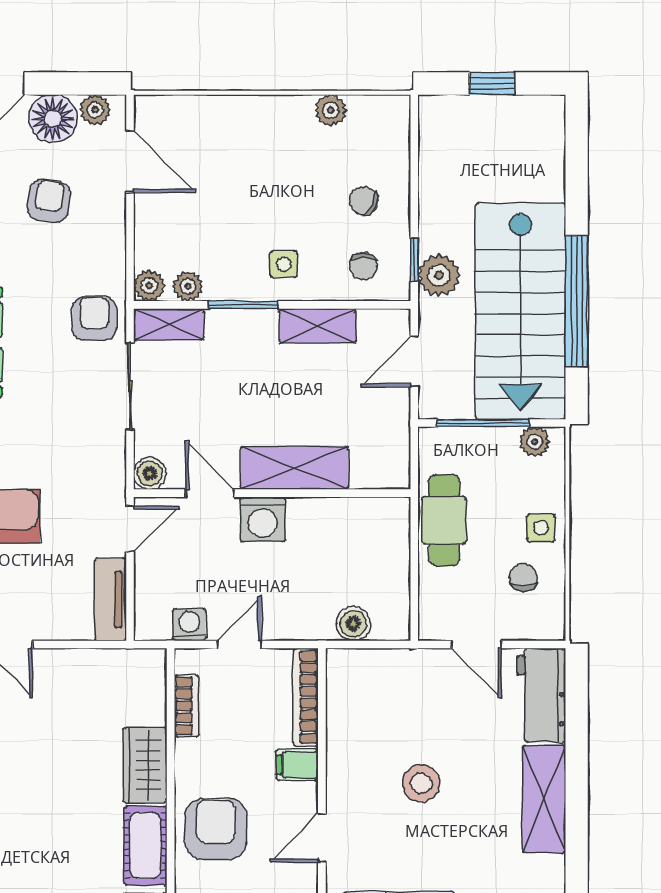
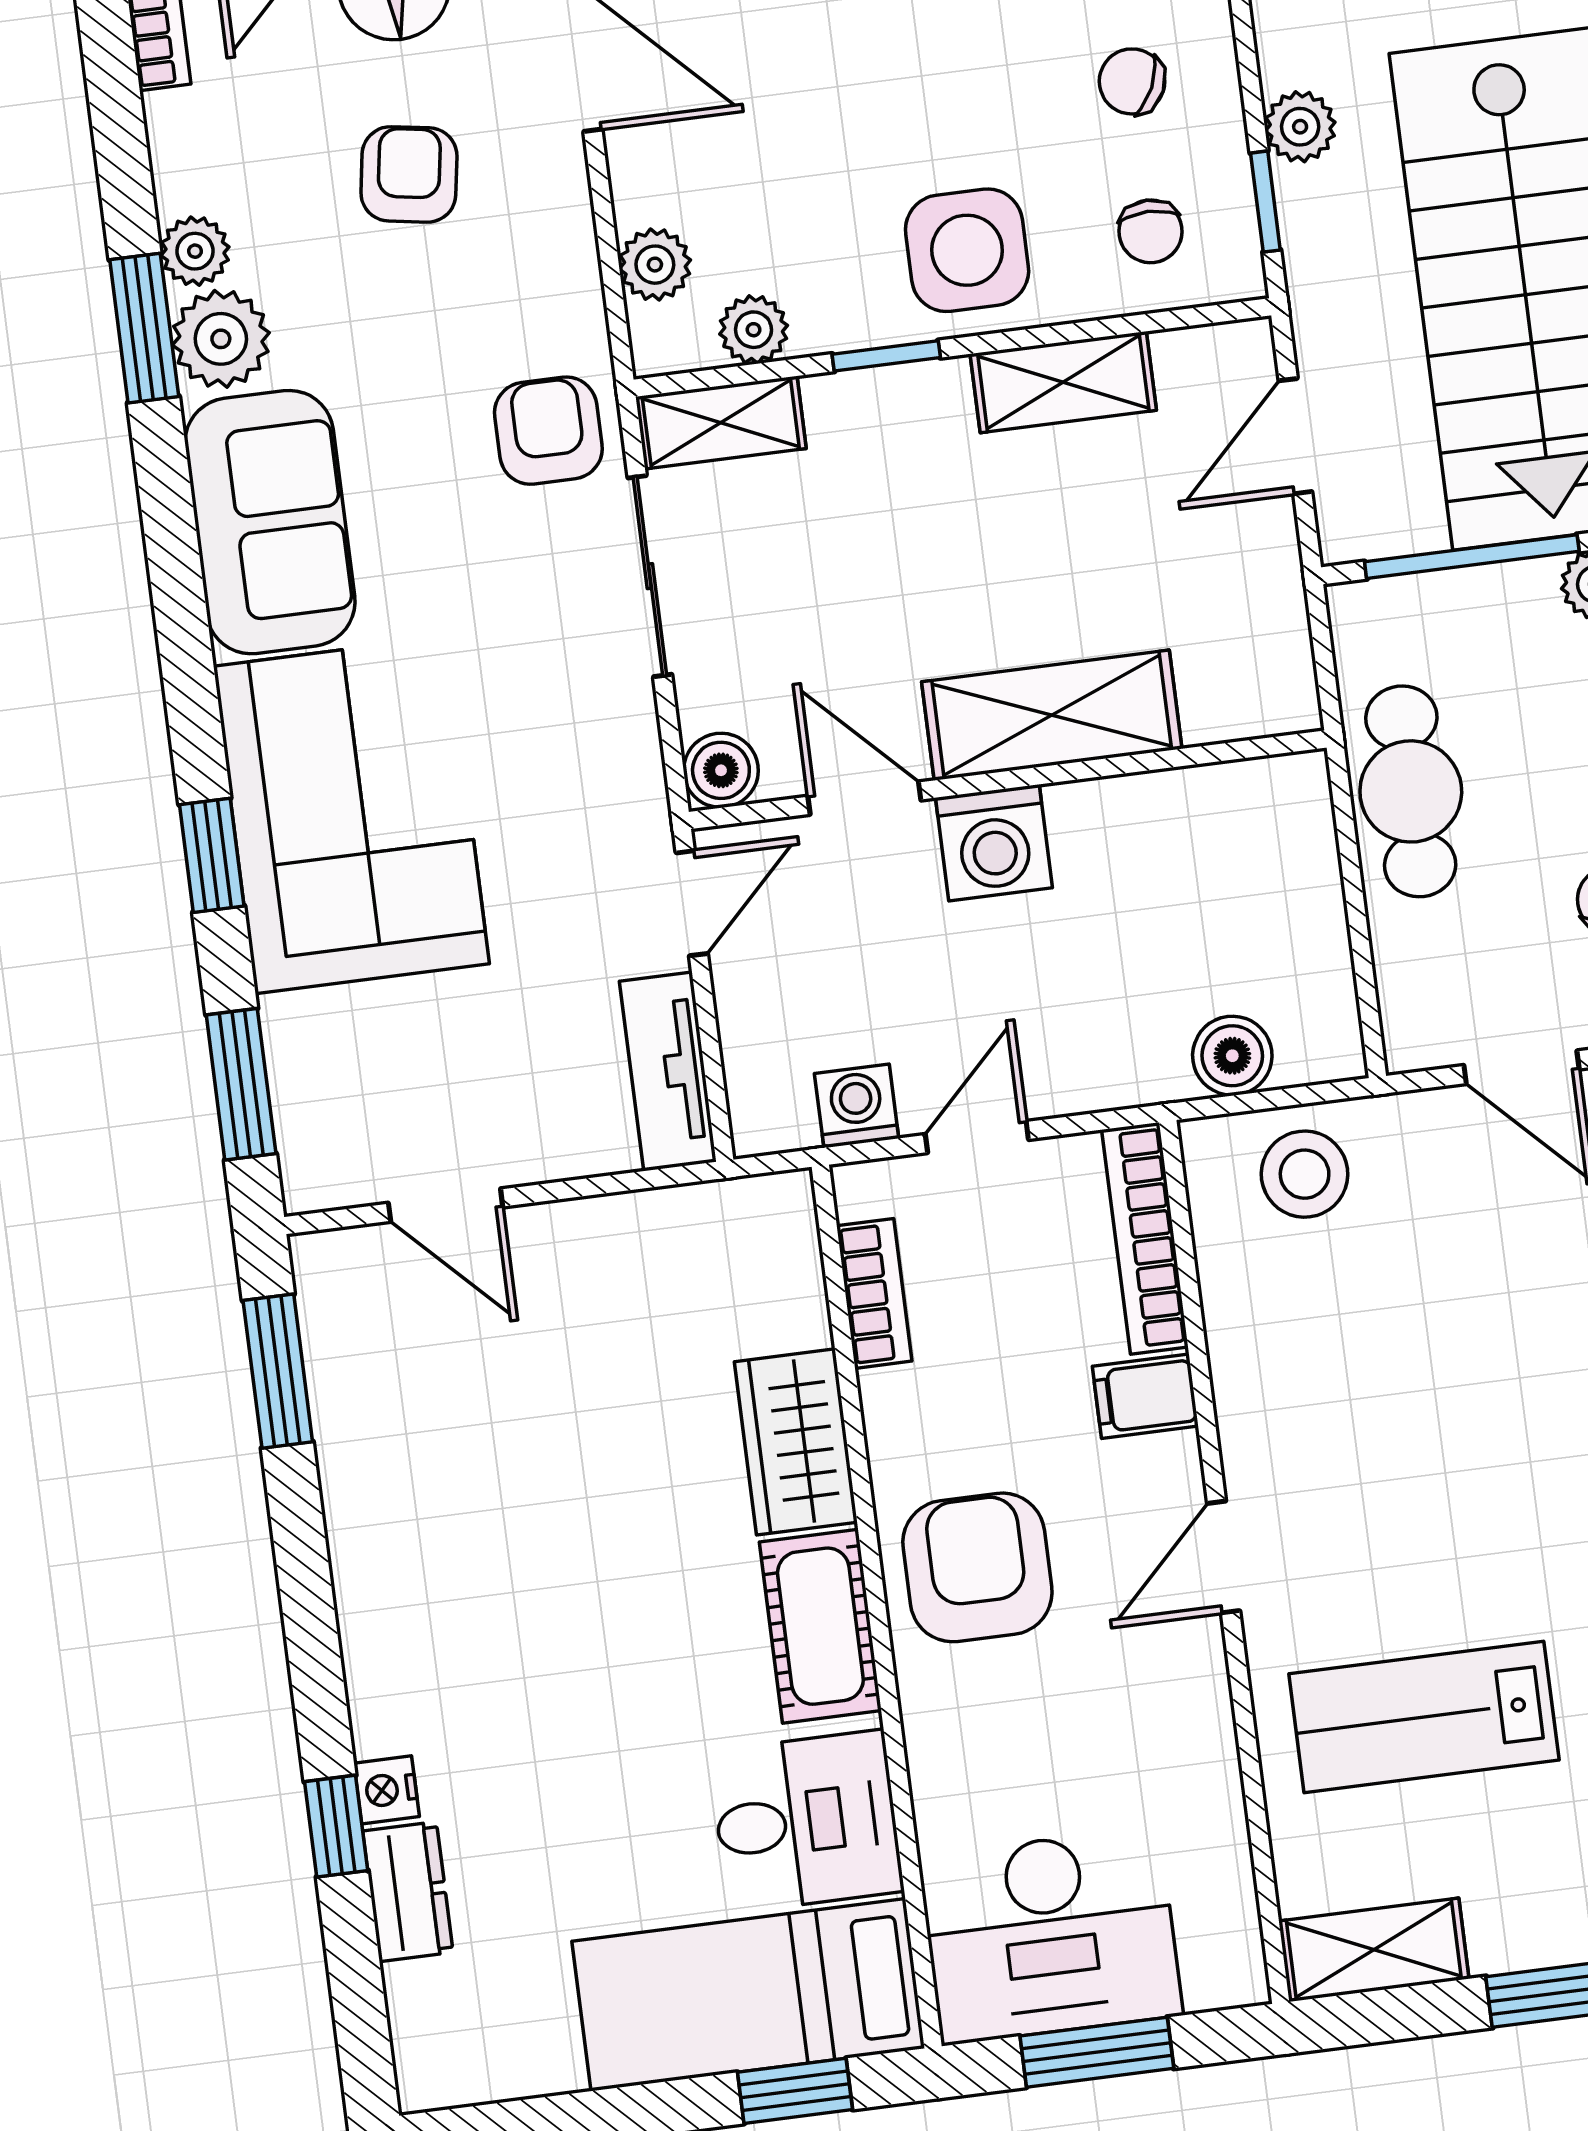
side table: (284, 264) -> (967, 250), width x1.87, depth x1.87
plant: (439, 275) -> (1300, 127), moved, width x0.73, depth x0.73
plant: (149, 286) -> (655, 265), moved
window: (243, 305) -> (886, 356), width x0.67
stool: (421, 783) -> (1305, 1174), moved

